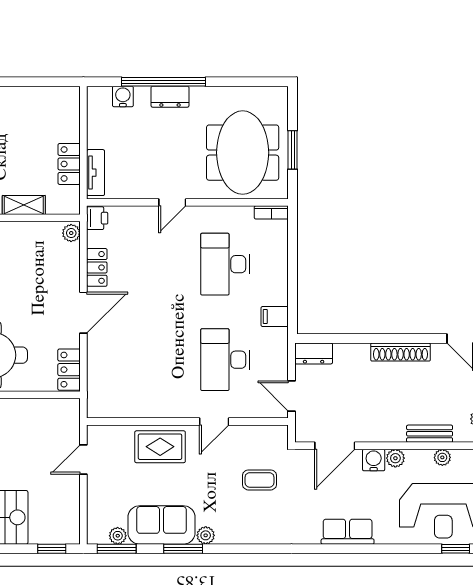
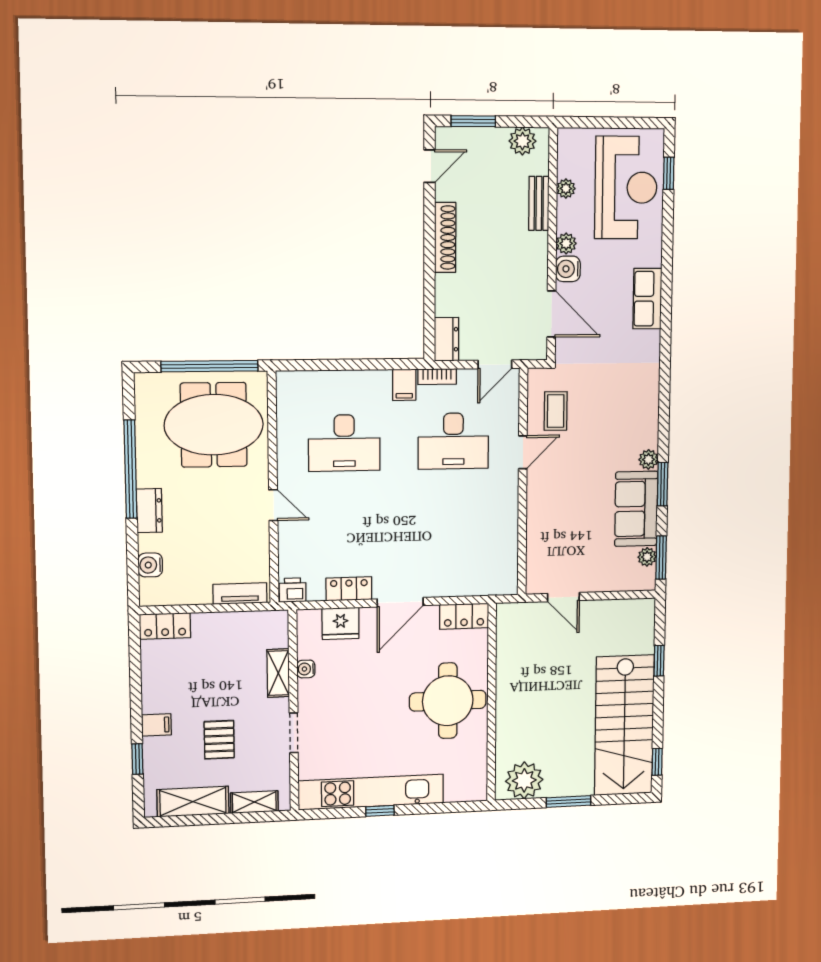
window: (164, 82) -> (130, 469), moved
window: (293, 150) -> (210, 366), width x2.11
locker: (69, 164) -> (165, 626), moved
bookcase: (271, 212) -> (437, 377), moved, turned 90
water cooler: (27, 229) -> (306, 669), added
plant: (71, 233) -> (310, 619), removed
fridge: (66, 260) -> (341, 623), added
door: (83, 313) -> (400, 602), swing flipped
door: (214, 421) -> (523, 452), hinge flipped
rug: (160, 447) -> (550, 512), removed
coffee table: (260, 480) -> (556, 411), moved
window: (52, 549) -> (659, 661), moved

